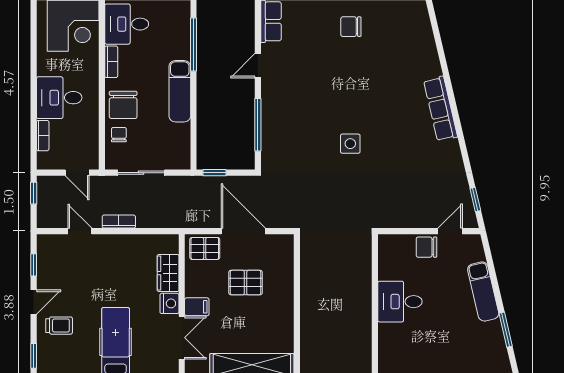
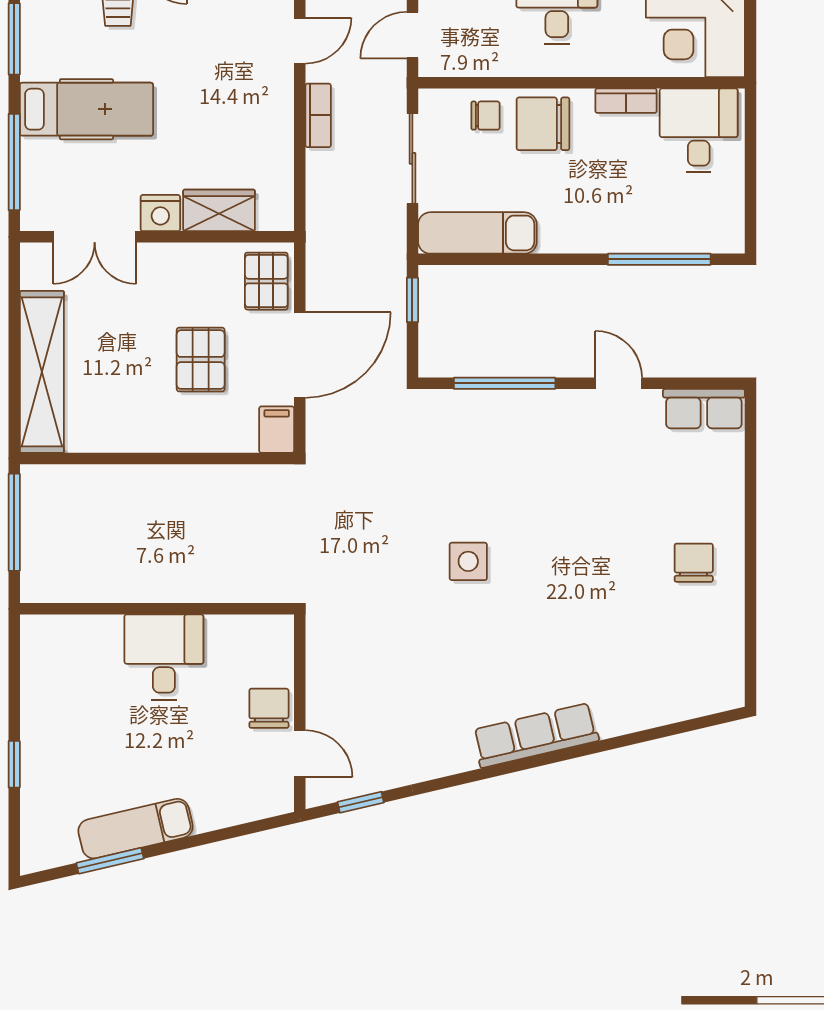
exam couch: (180, 91) -> (477, 233), moved
exam couch: (483, 291) -> (136, 829), moved
filing cabinet: (197, 307) -> (277, 430), moved, turned 180

